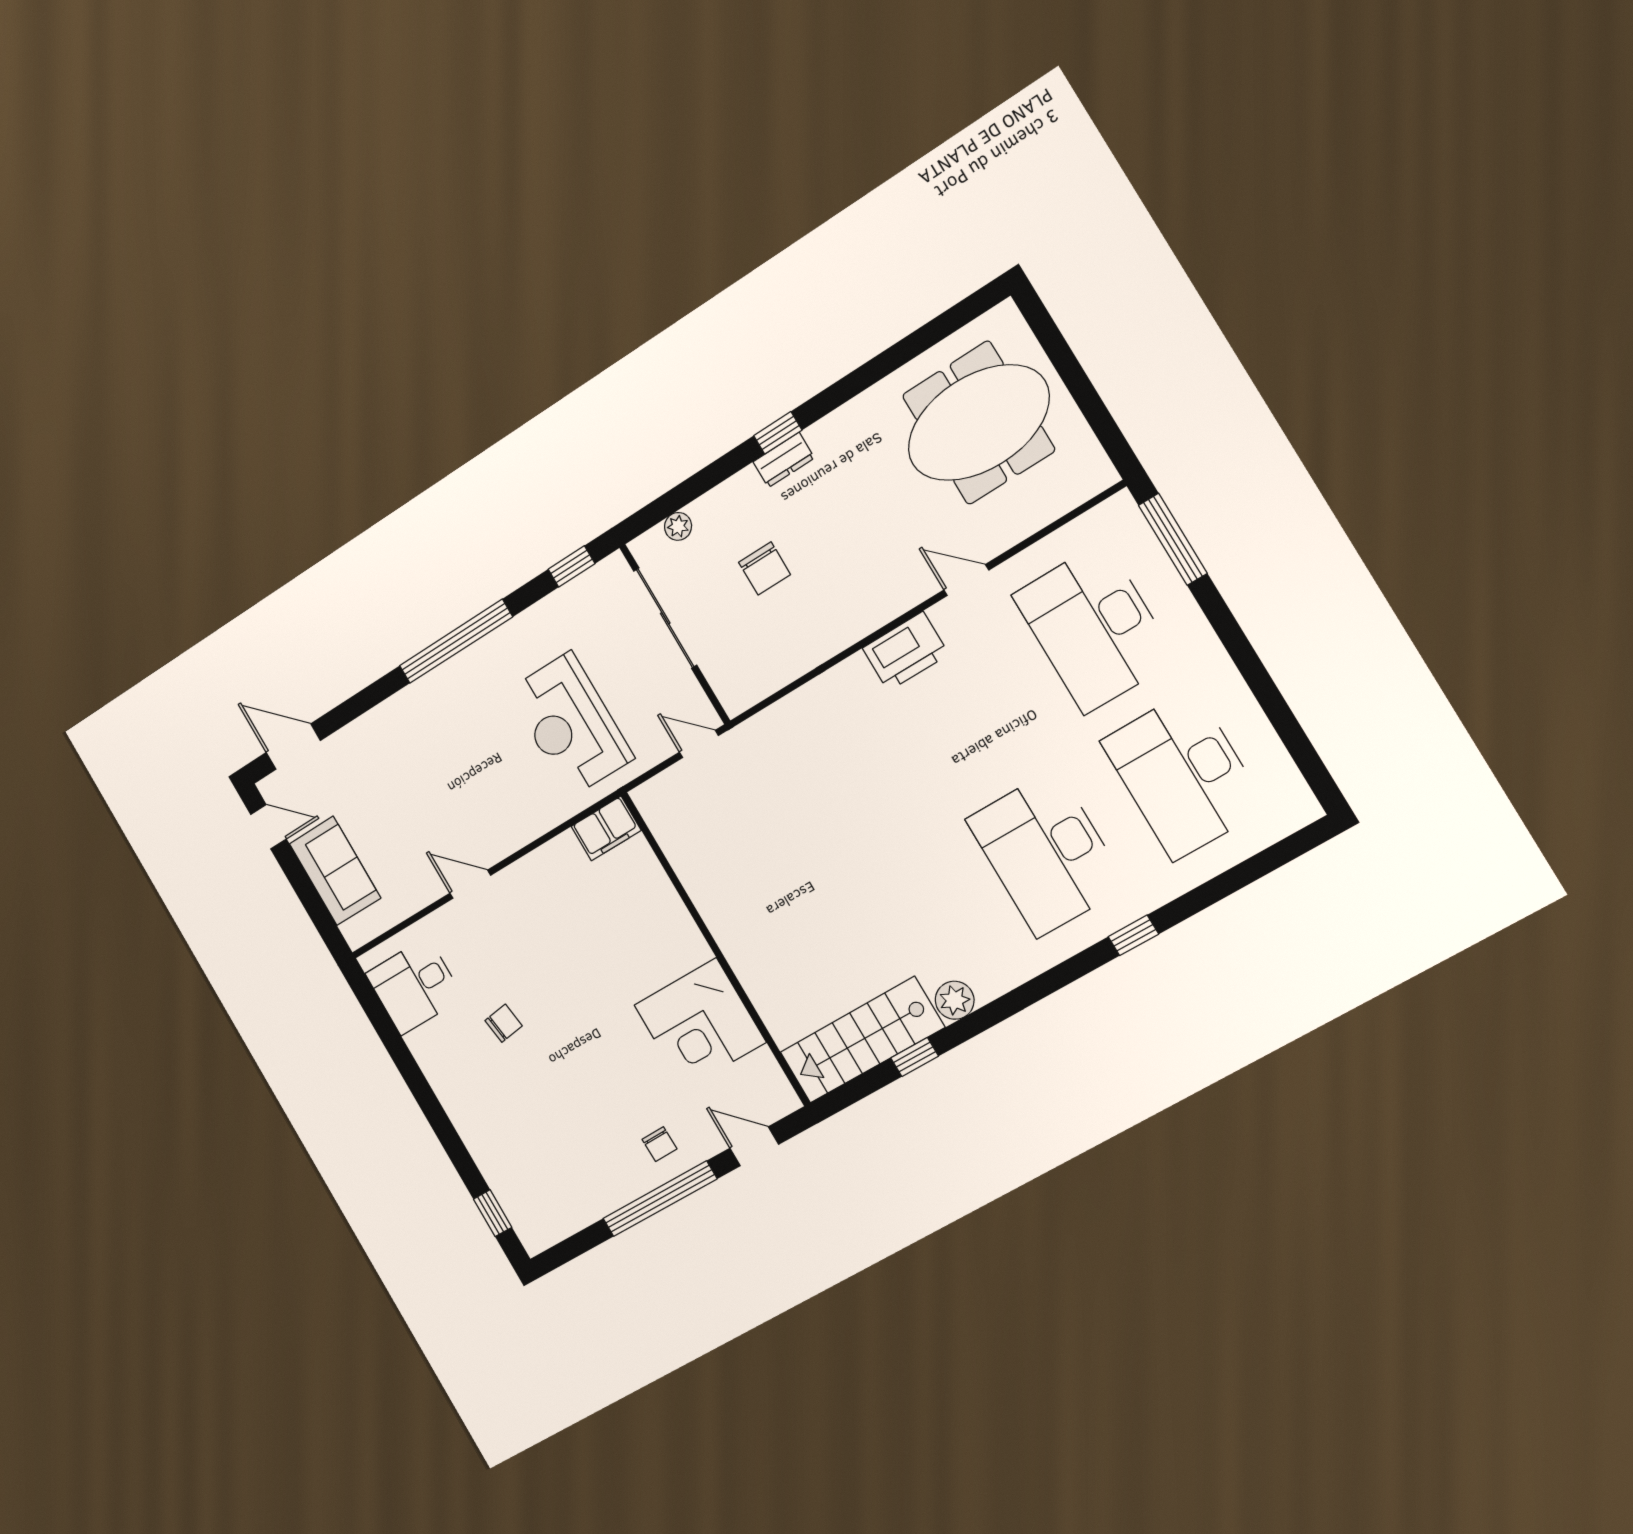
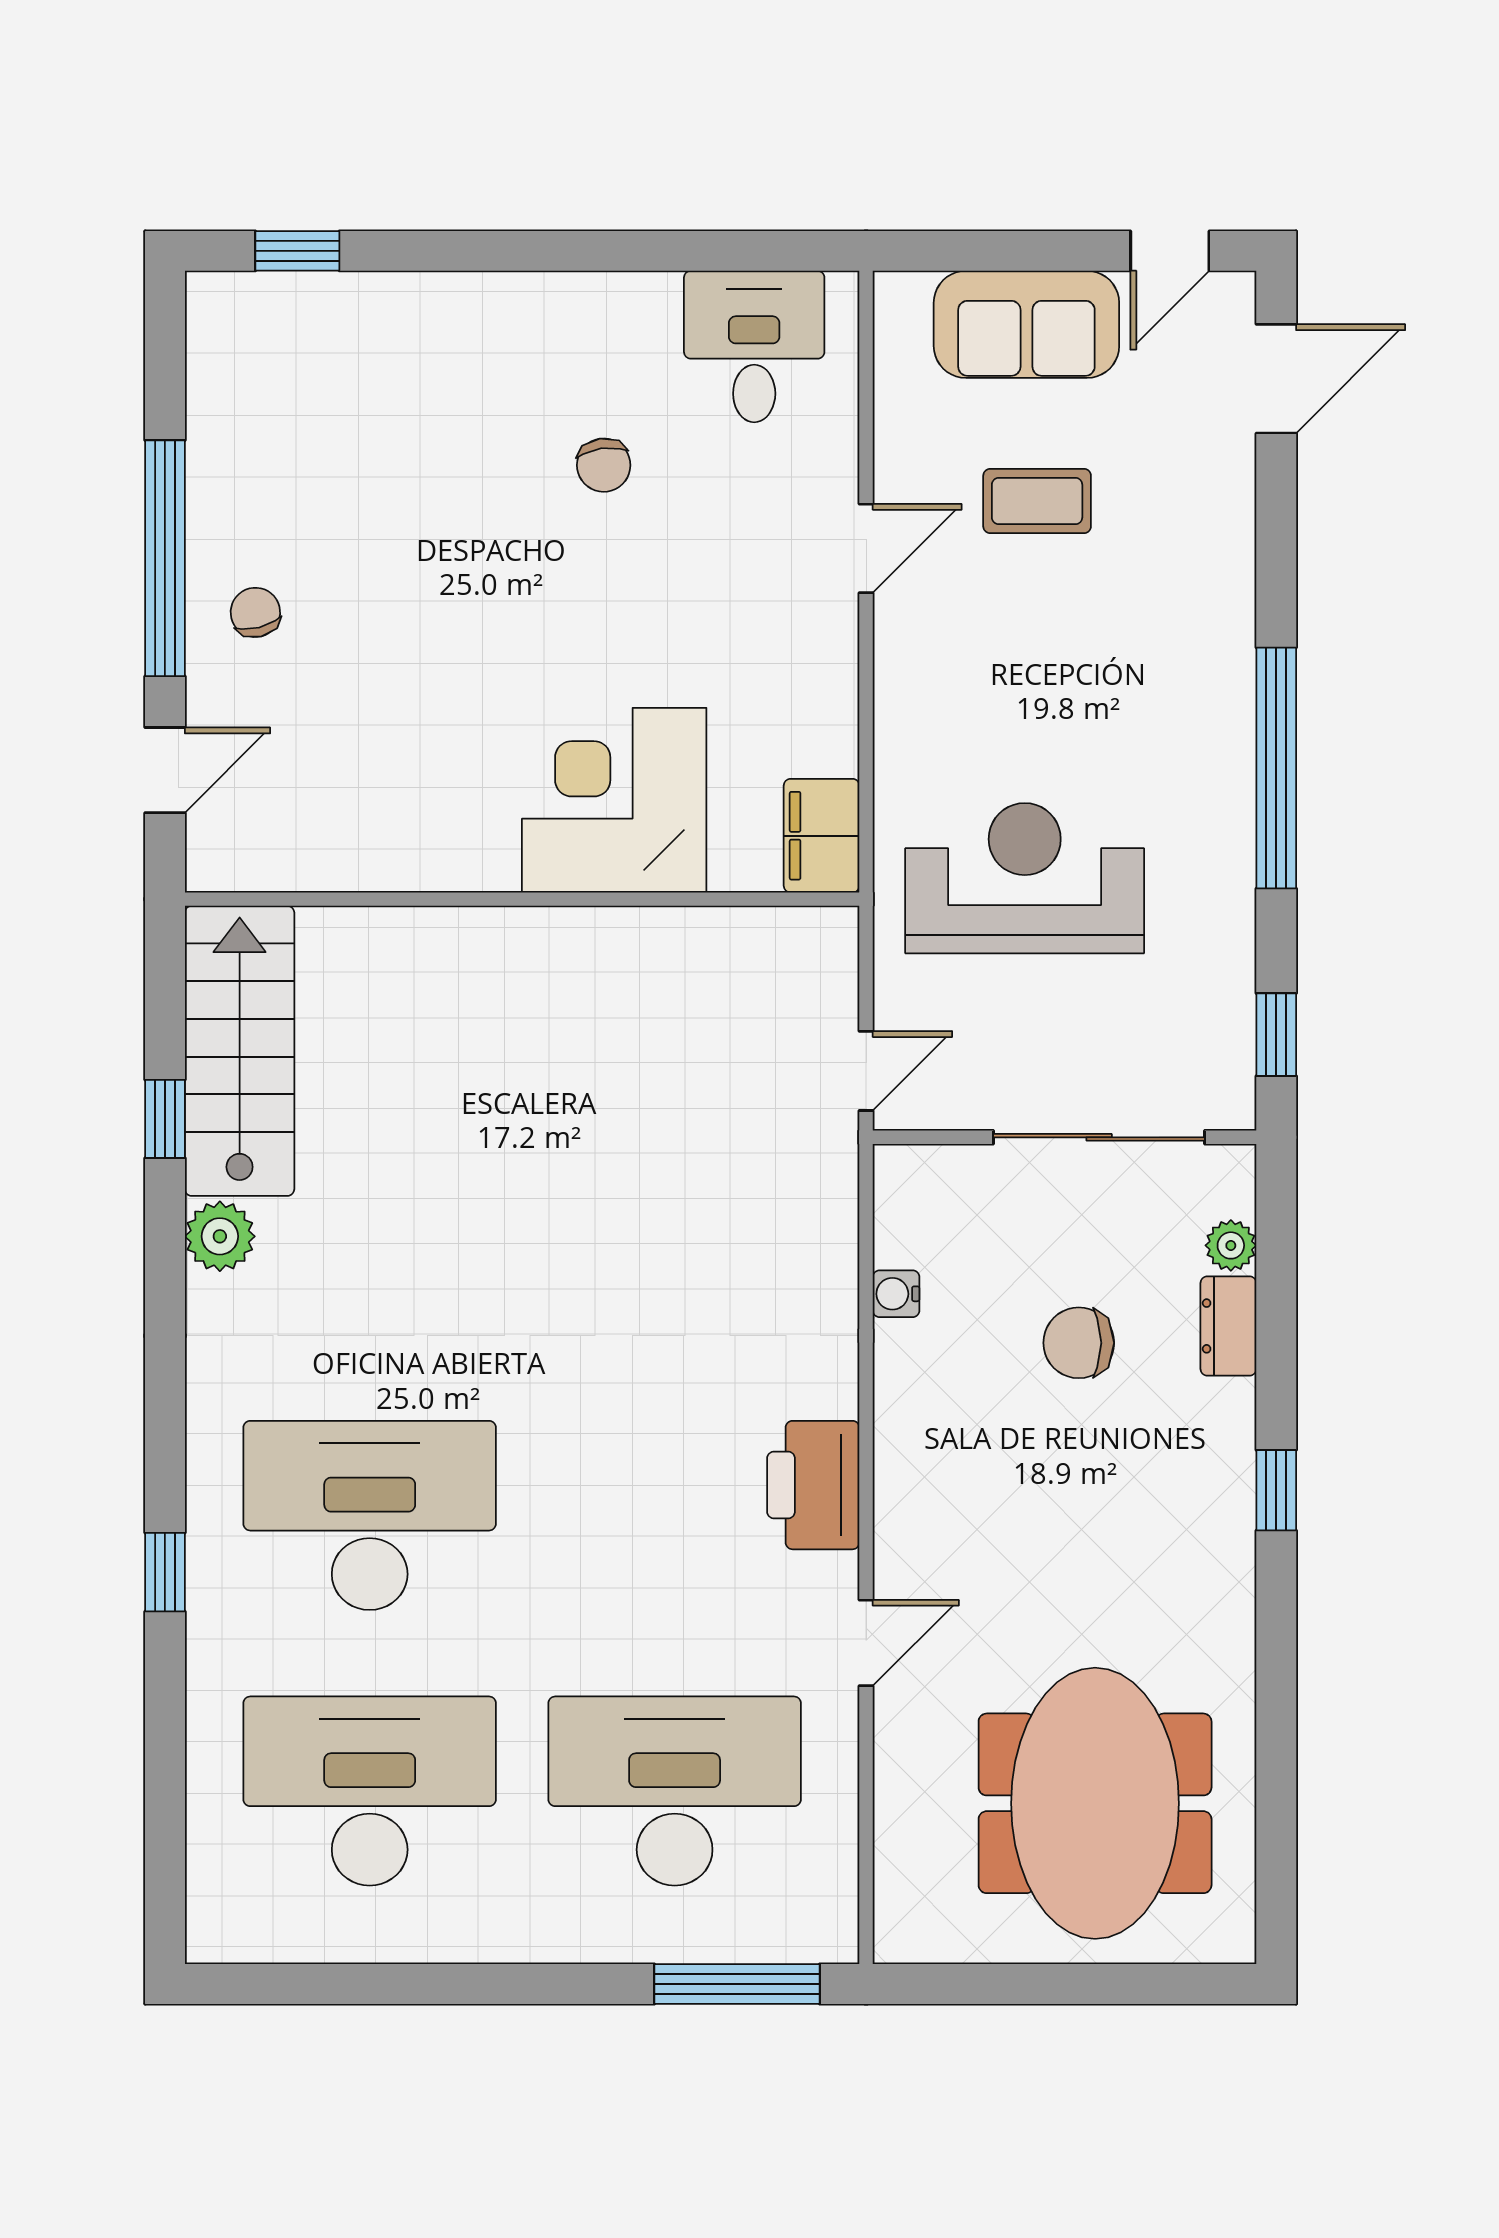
dresser: (784, 460) -> (1228, 1326), moved
water cooler: (793, 667) -> (896, 1294), added
coffee table: (406, 820) -> (1037, 501), added
corner desk: (700, 1024) -> (614, 800), moved
chair: (659, 1144) -> (255, 612), turned 77

